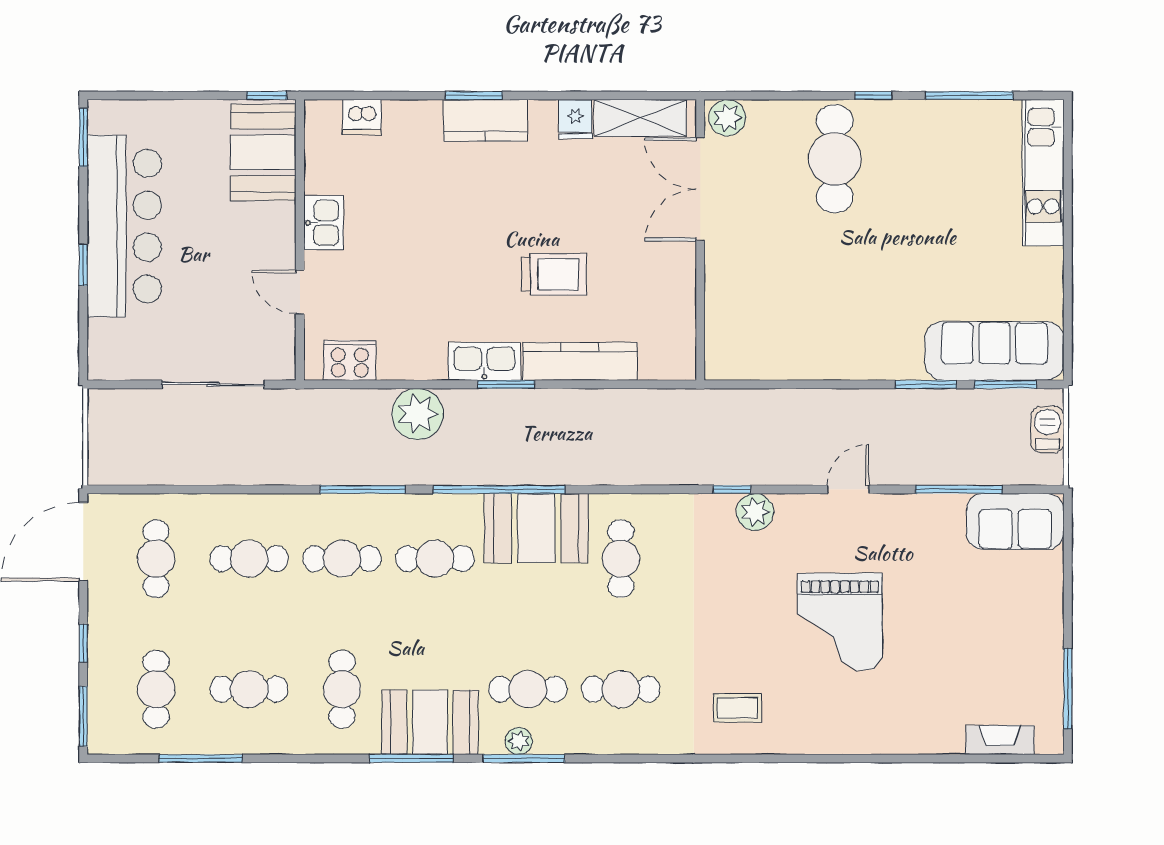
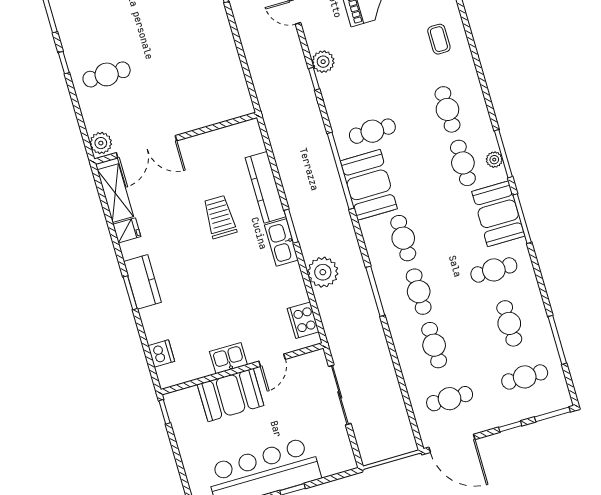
booth: (263, 152) -> (231, 395), moved
cafe table: (835, 159) -> (107, 74), width x0.73, depth x0.74
window: (499, 489) -> (341, 171), moved

